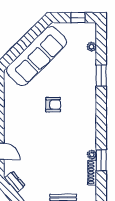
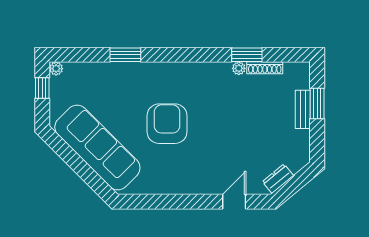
plant: (92, 47) -> (56, 69), moved
armchair: (53, 105) -> (167, 124), width x1.88, depth x1.88

